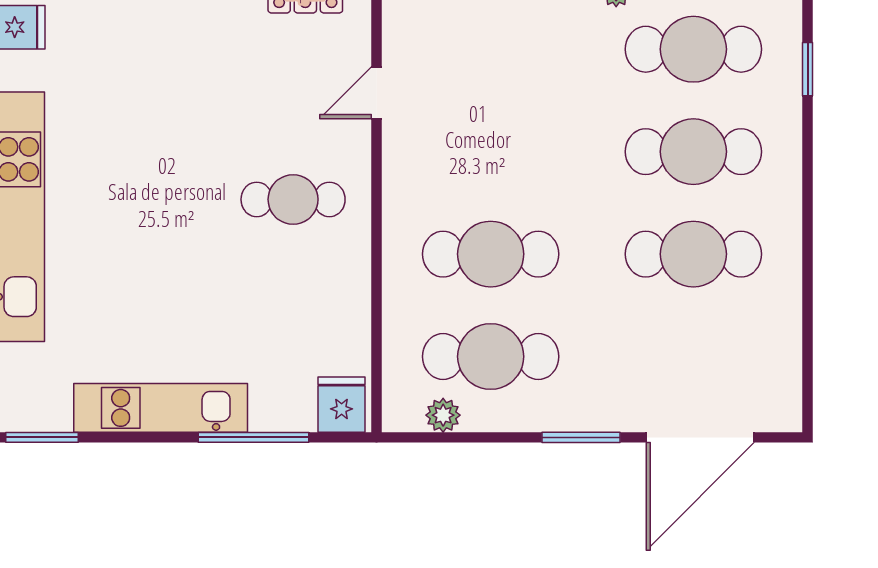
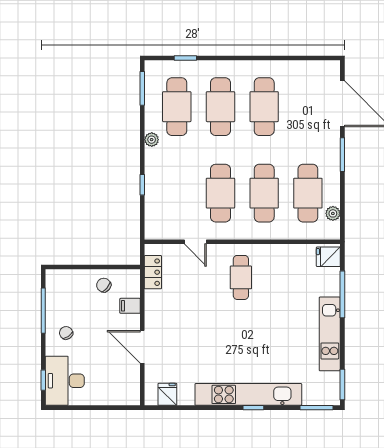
cafe table: (491, 152) -> (220, 193), added

